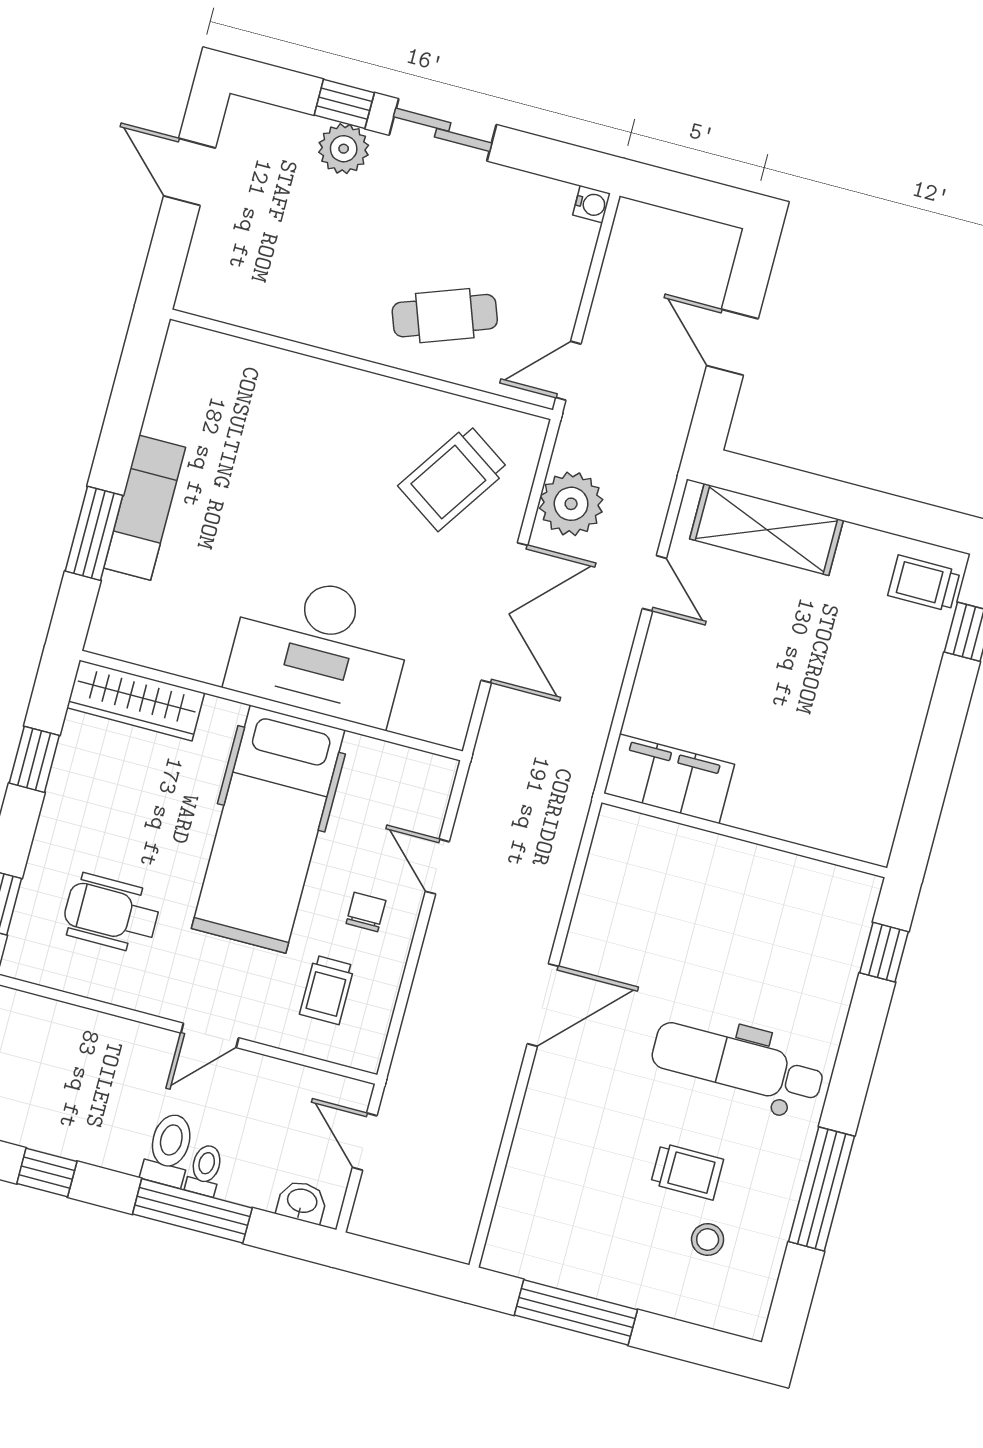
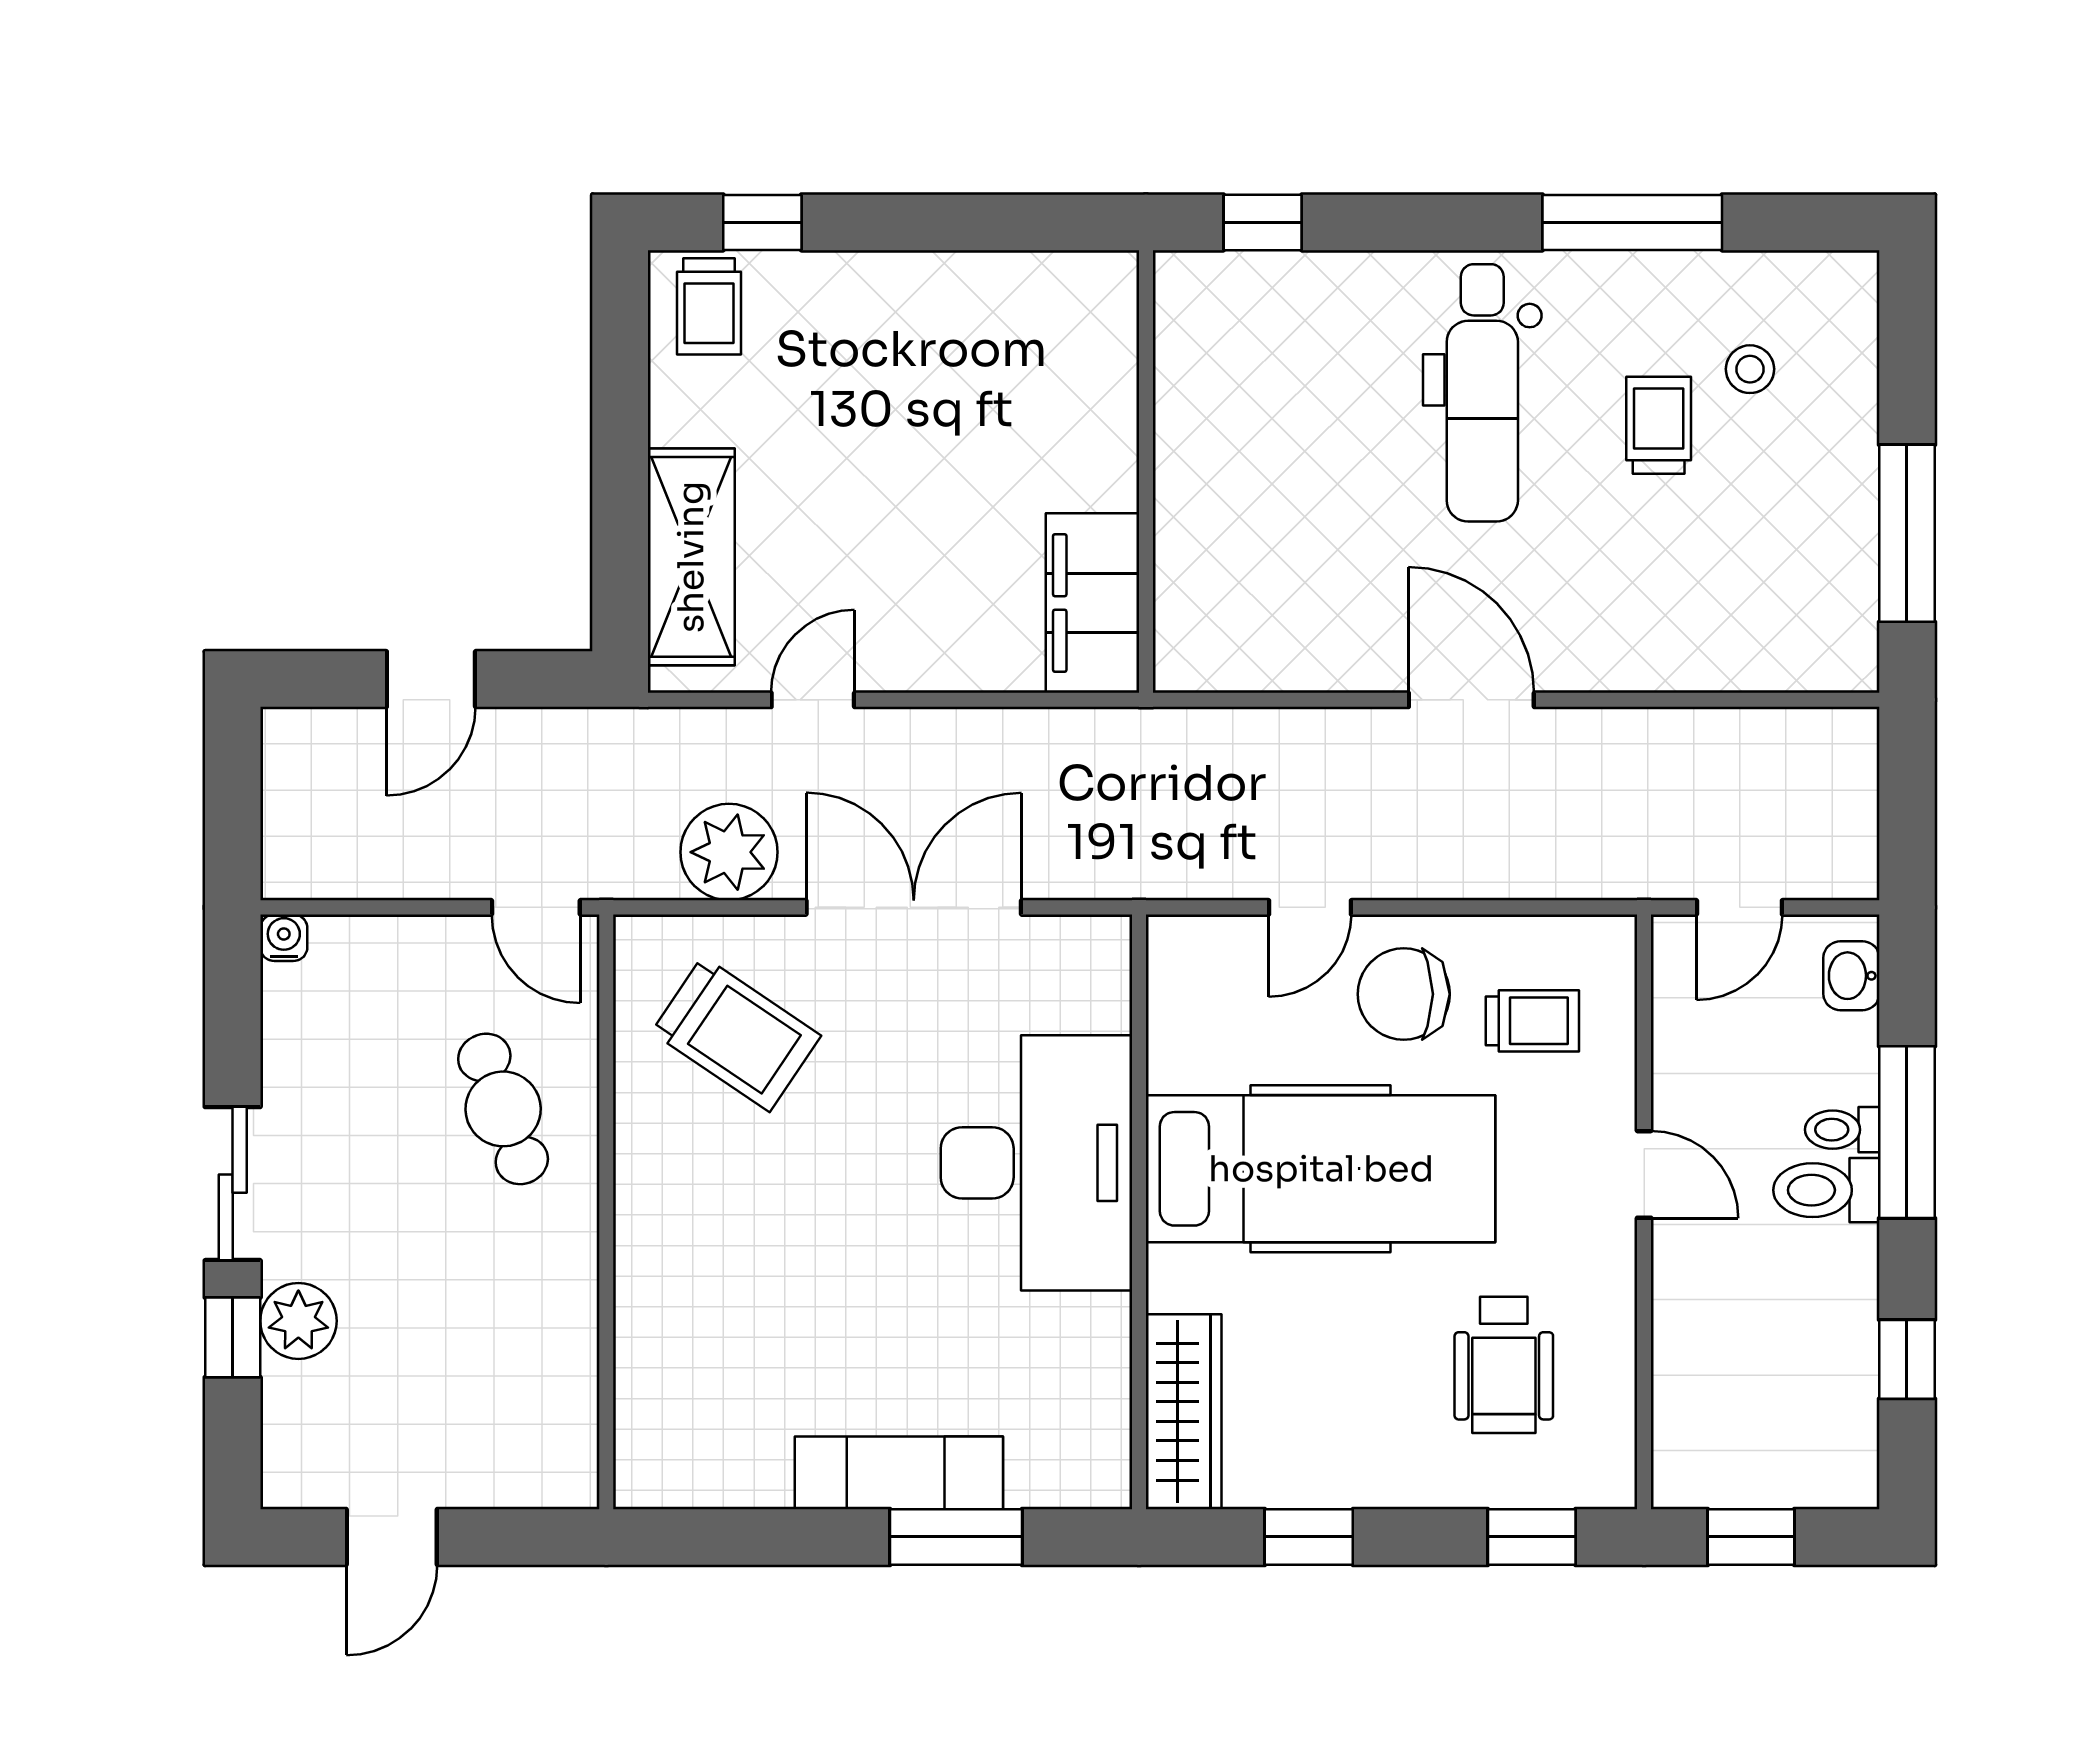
chair: (366, 912) -> (1404, 994), width x1.87, depth x1.87

